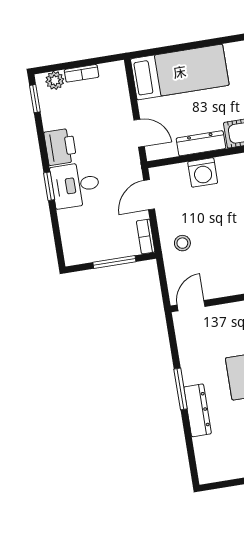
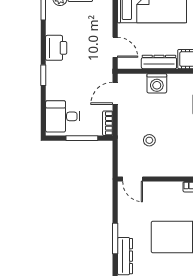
desk: (76, 185) -> (63, 116), moved
stool: (182, 243) -> (149, 140), moved
door: (191, 306) -> (133, 179), swing flipped

